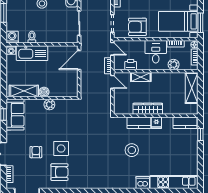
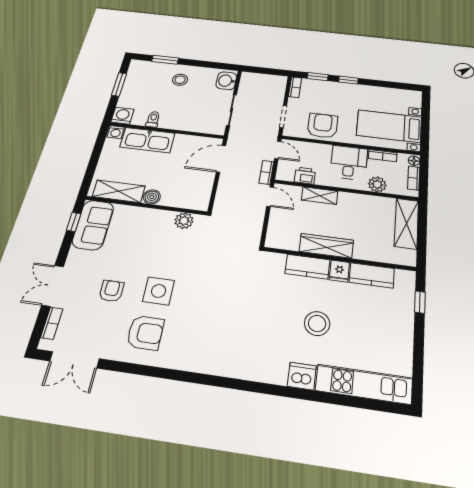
window: (200, 23) -> (425, 132), removed
armchair: (137, 27) -> (323, 126), turned 90
plant: (49, 105) -> (184, 221), moved
kitchen counter: (185, 123) -> (372, 275), moved
stool: (132, 150) -> (317, 324), moved

